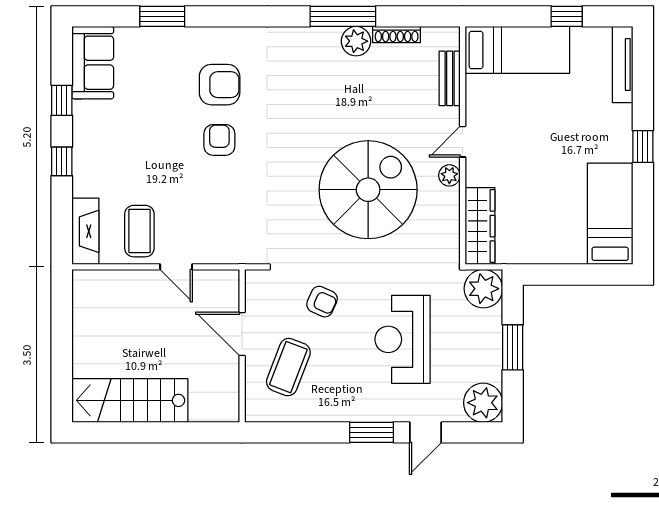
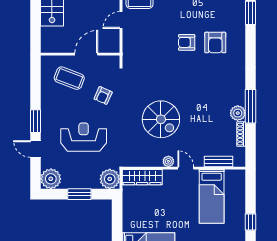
bed: (517, 50) -> (212, 196), moved
armchair: (219, 140) -> (187, 42), turned 180
spiral stairs: (368, 190) -> (161, 119), width x0.73, depth x0.73

